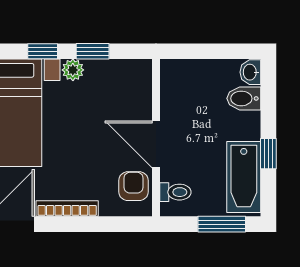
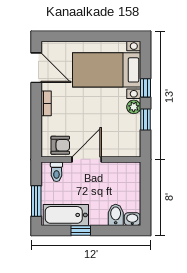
bookcase: (67, 209) -> (46, 103), width x0.64

